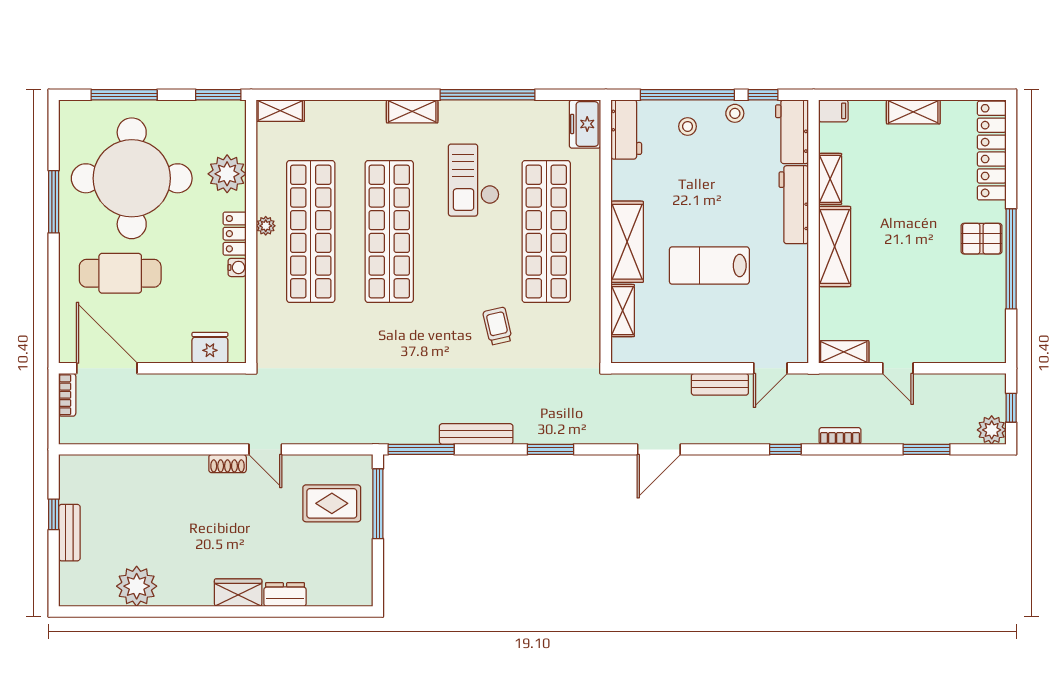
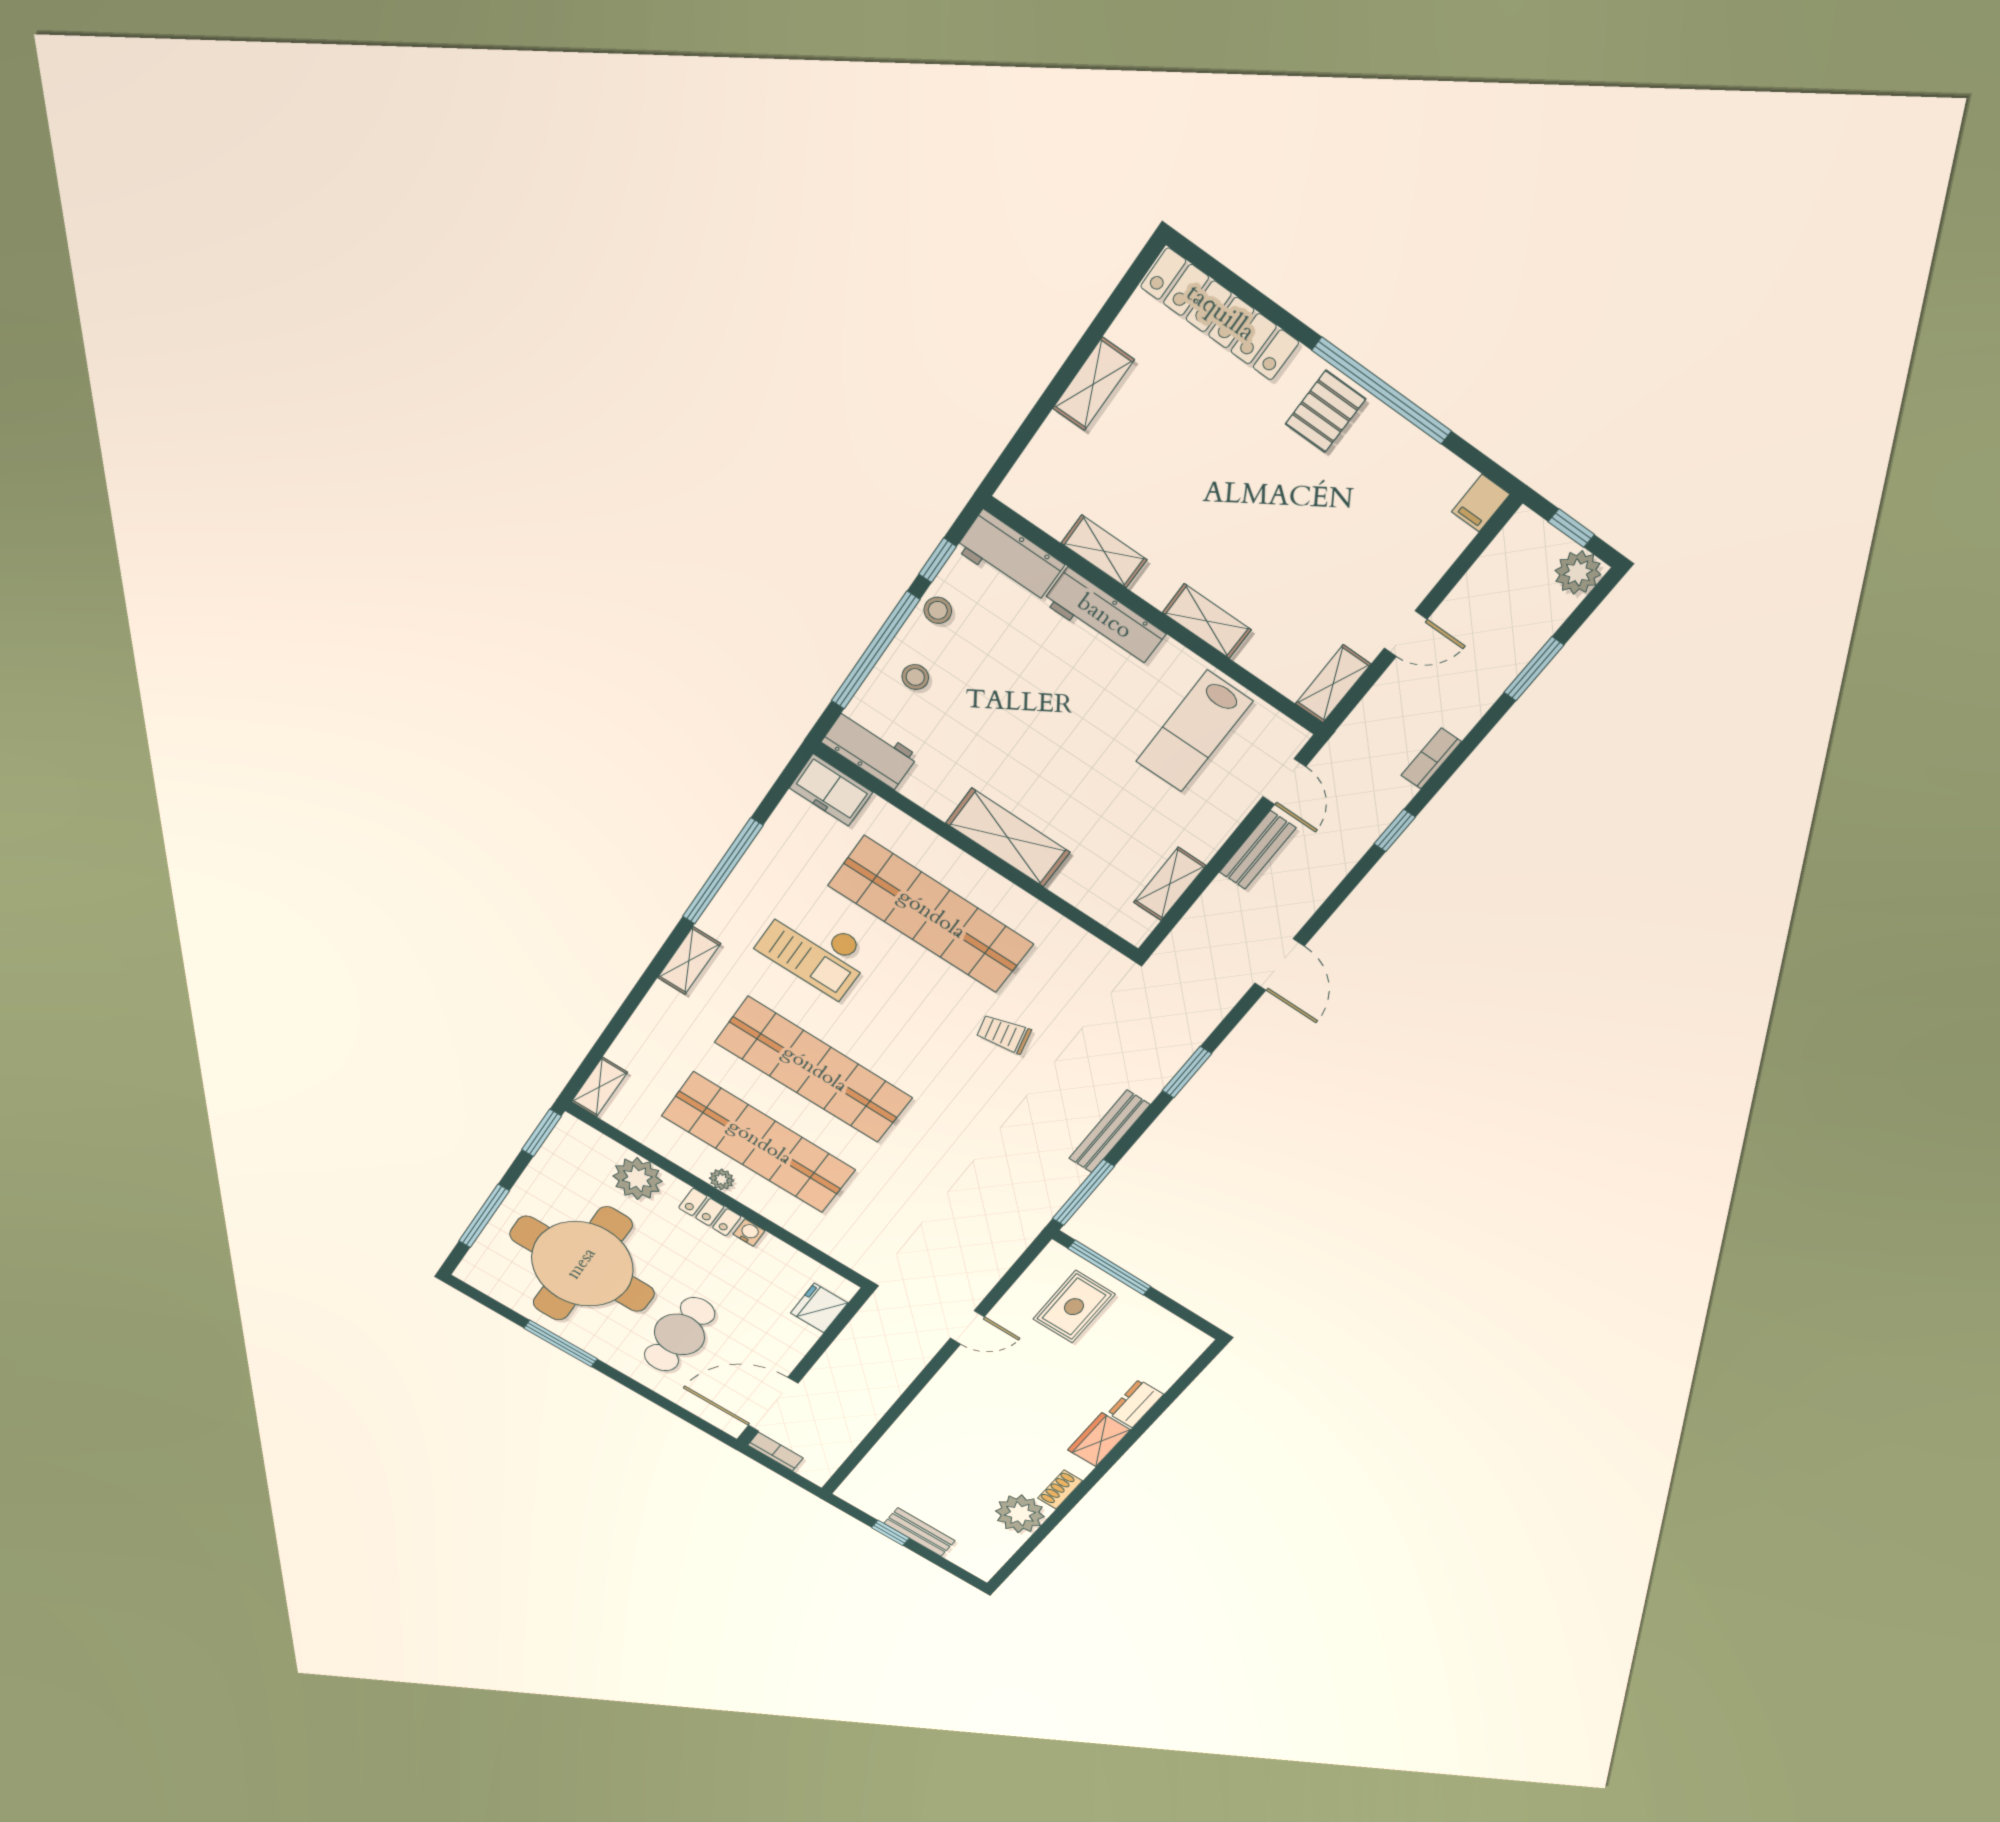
filing cabinet: (833, 111) -> (1481, 503), moved, turned 180
shelving: (835, 247) -> (1207, 621), width x0.67, depth x0.75
lab bench: (709, 265) -> (1194, 731), moved
shelving: (623, 311) -> (1170, 884), moved, turned 90
shoe rack: (228, 464) -> (1060, 1489), moved, turned 180

